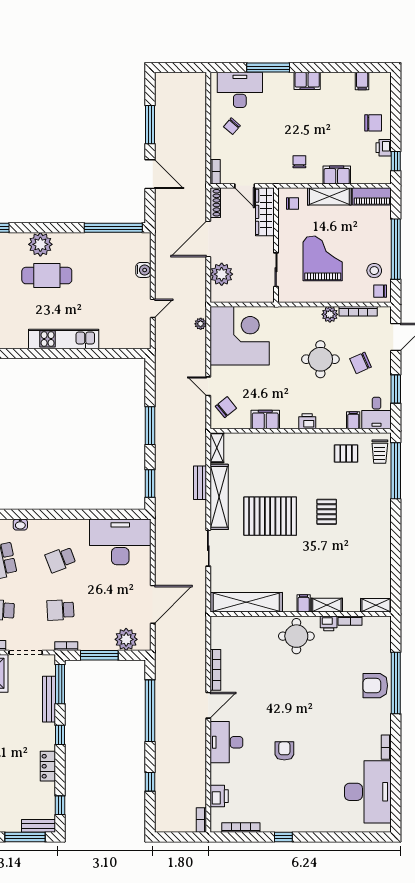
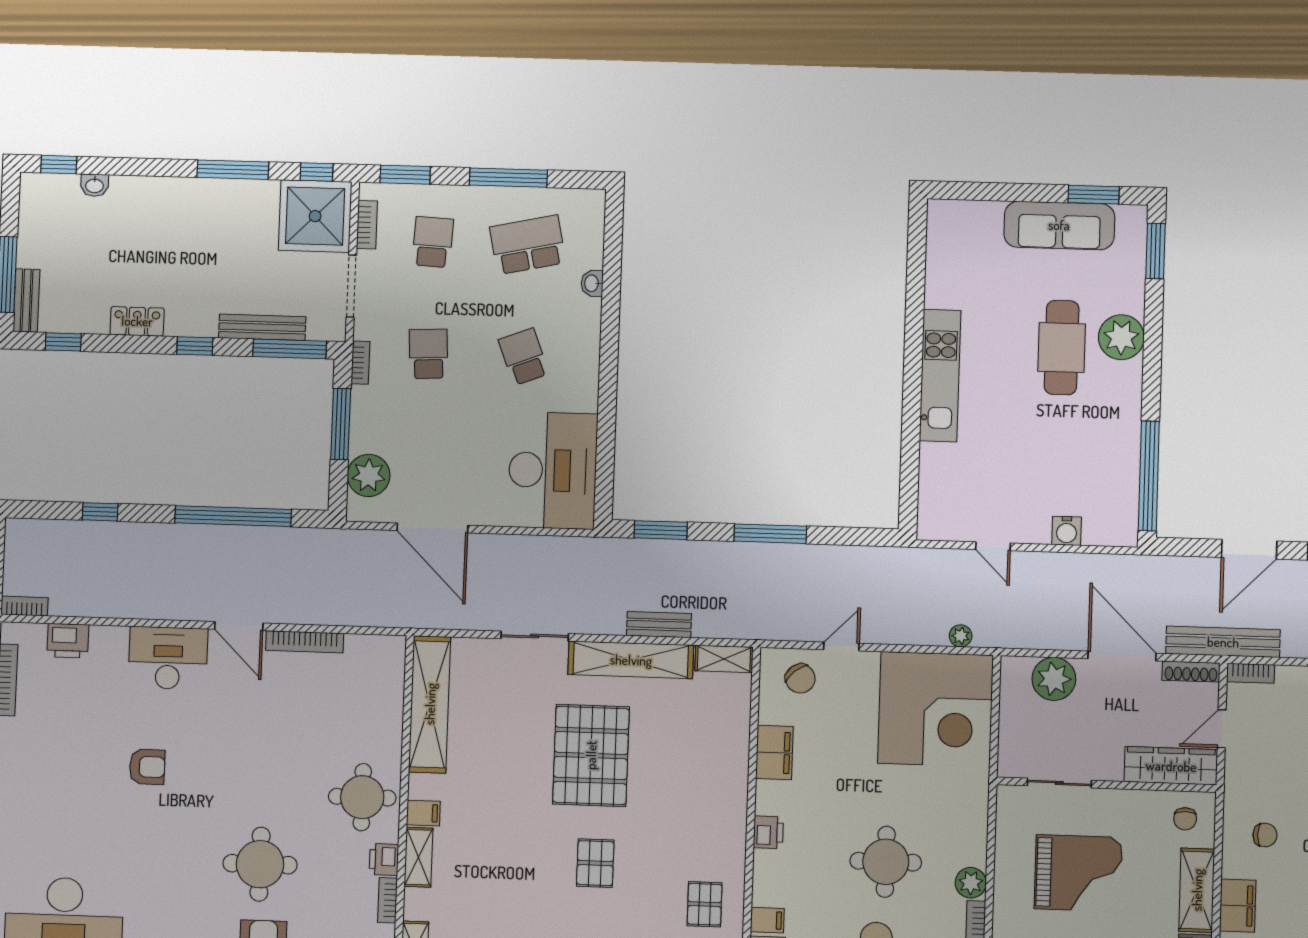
bench: (199, 187) -> (1223, 642), added
pallet: (327, 512) -> (595, 863), turned 90
round table: (334, 689) -> (260, 864), added

